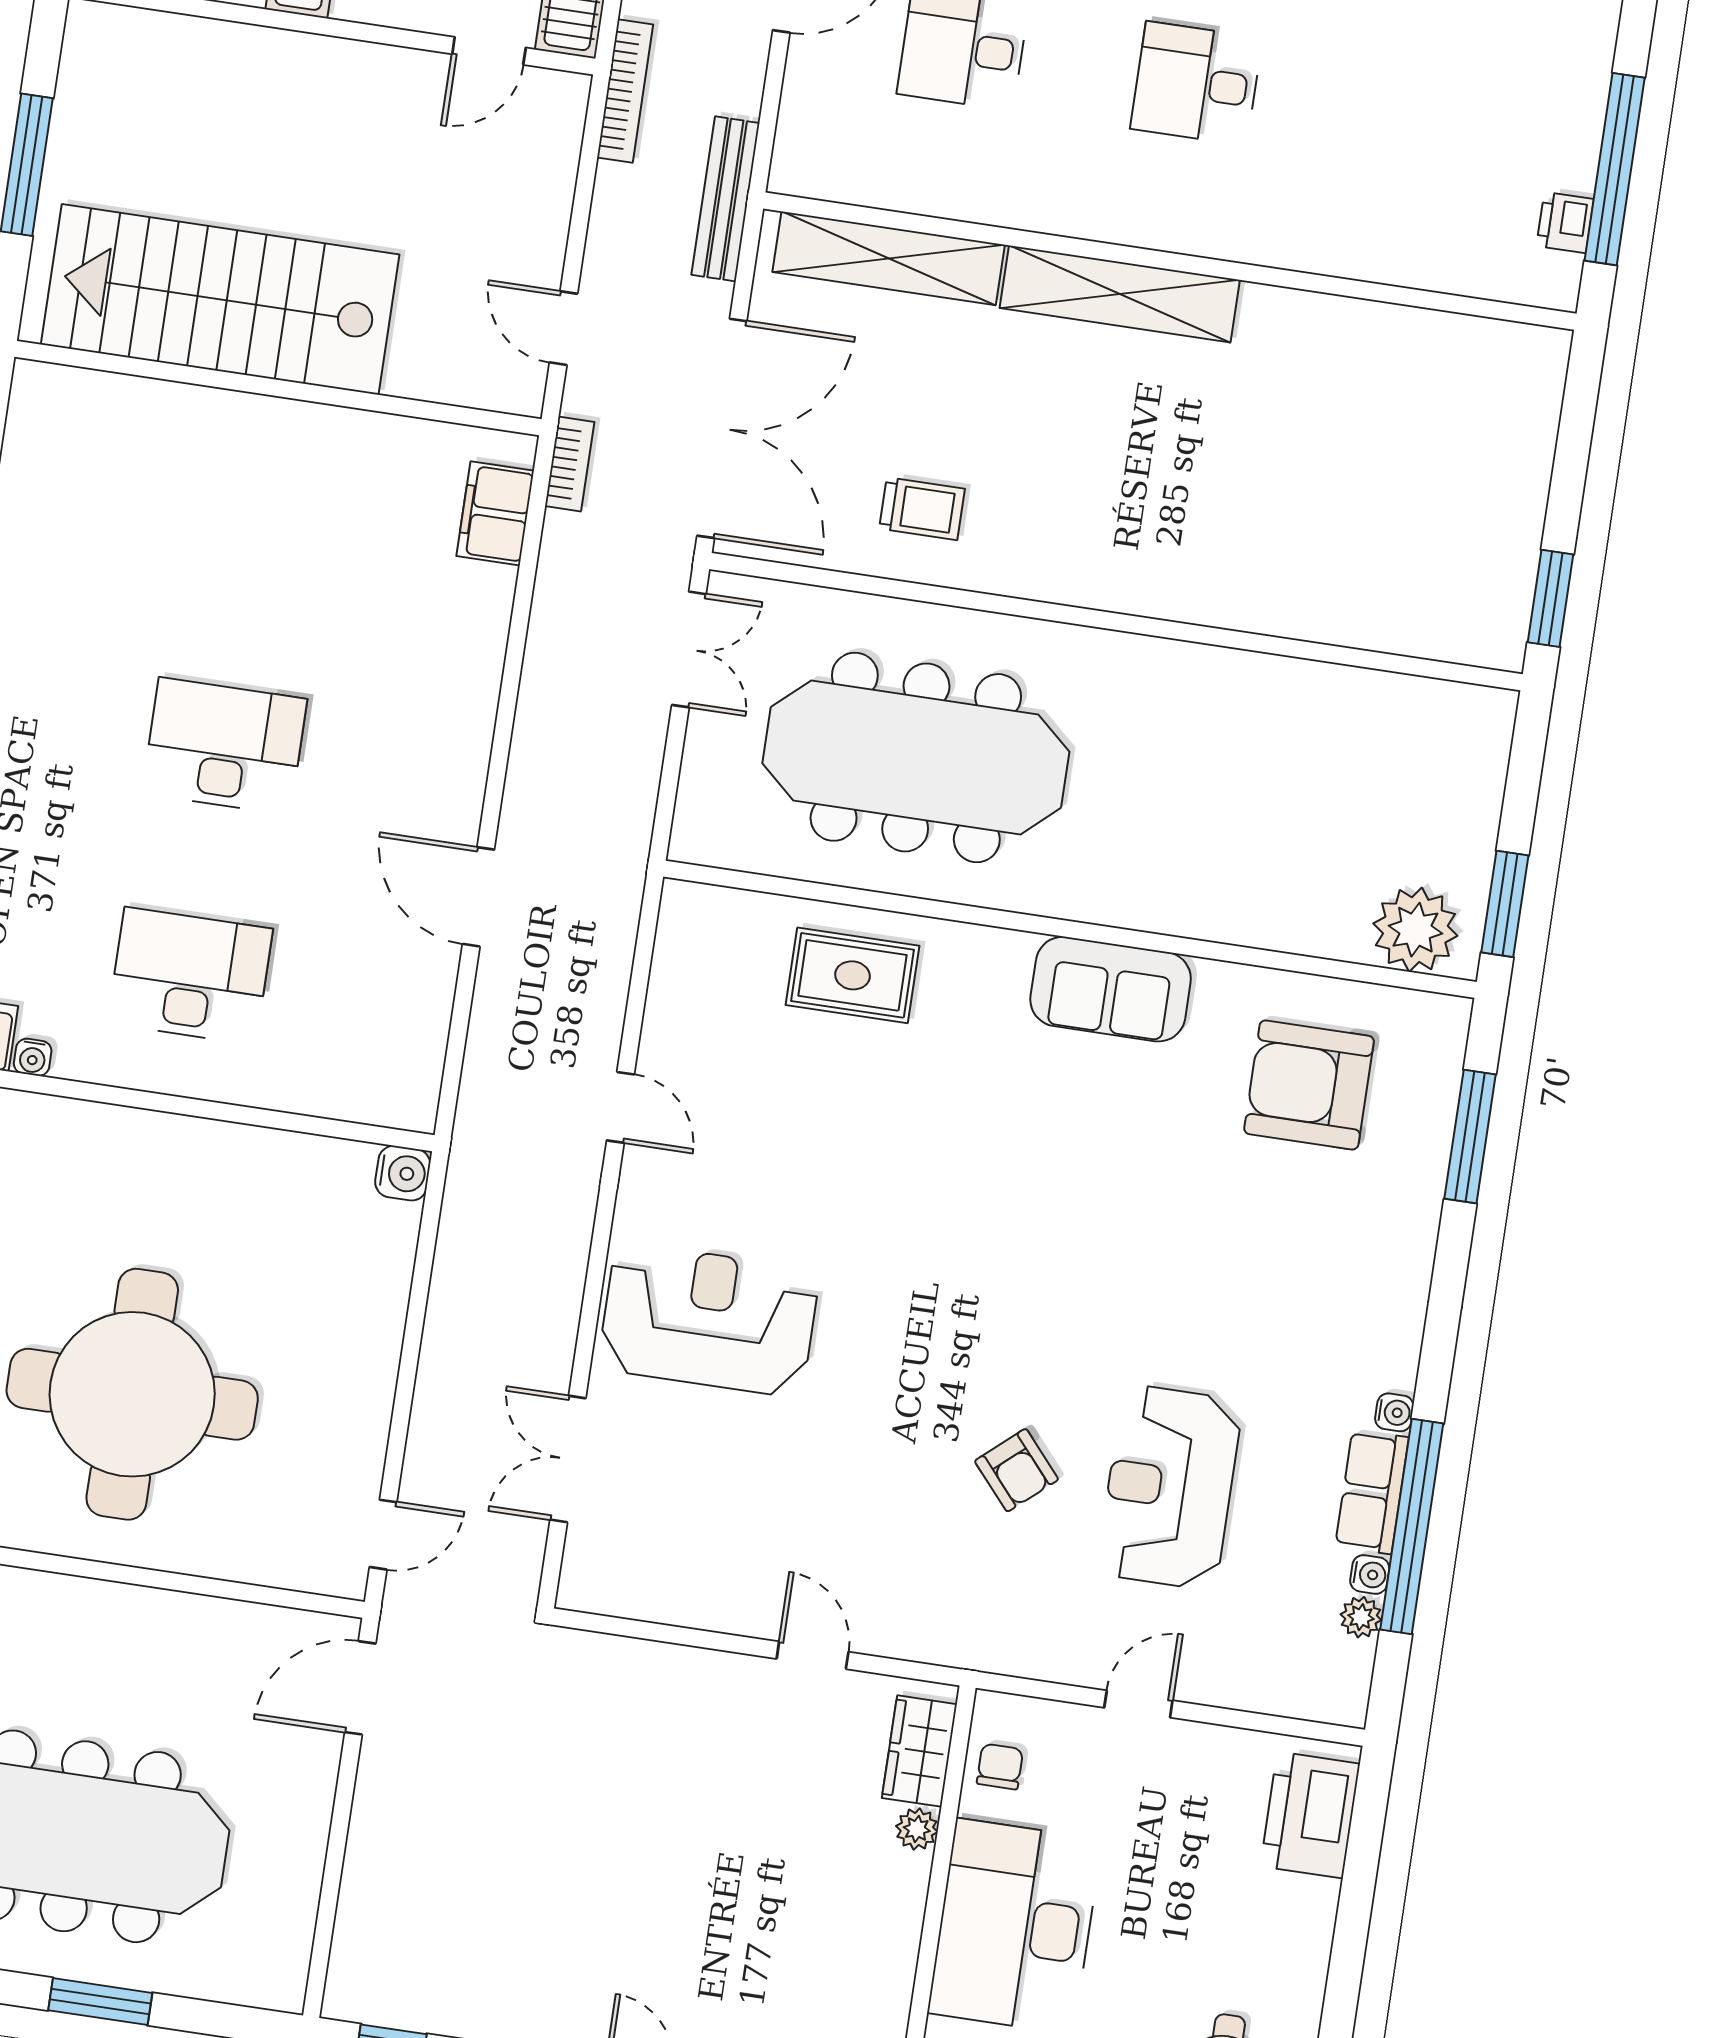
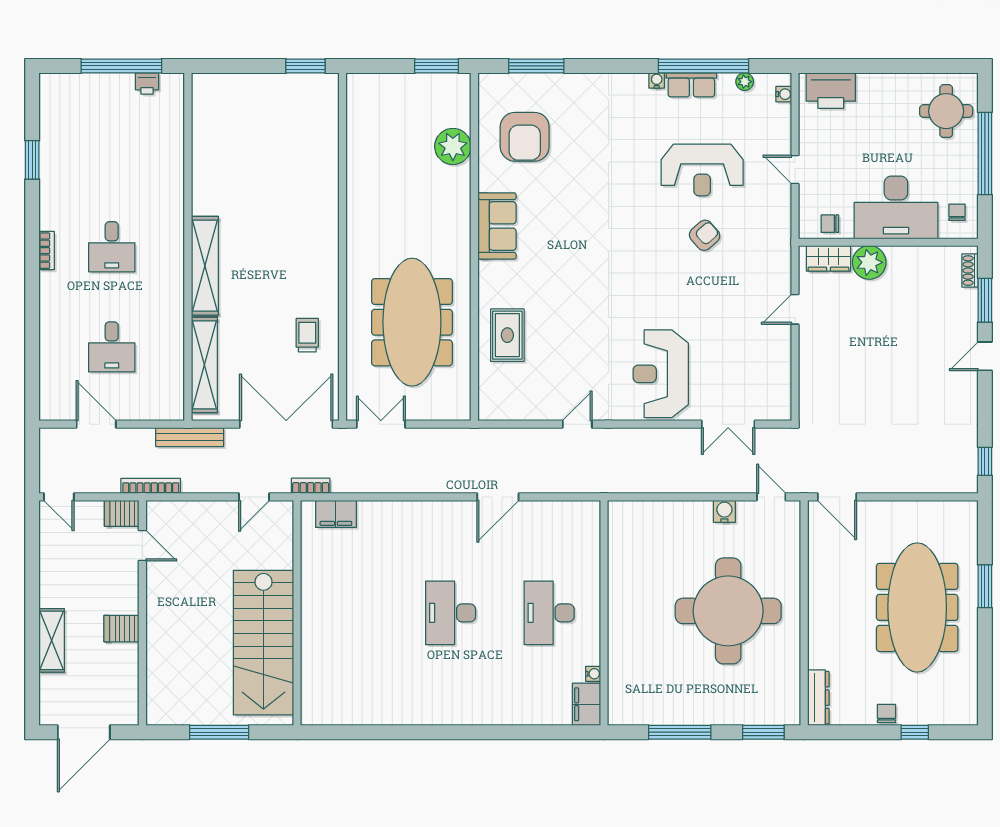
plant: (1415, 930) -> (453, 146), moved
water cooler: (403, 1173) -> (724, 511), moved
water cooler: (1370, 1574) -> (784, 94), moved, turned 90
plant: (917, 1829) -> (869, 262), width x1.87, depth x1.87

